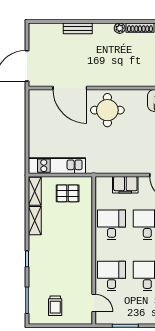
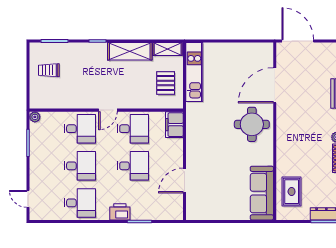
filing cabinet: (125, 185) -> (174, 125), moved
shelving: (35, 221) -> (130, 51), width x1.50, depth x1.33
door: (94, 303) -> (108, 110), moved
plant: (100, 319) -> (35, 117), added

